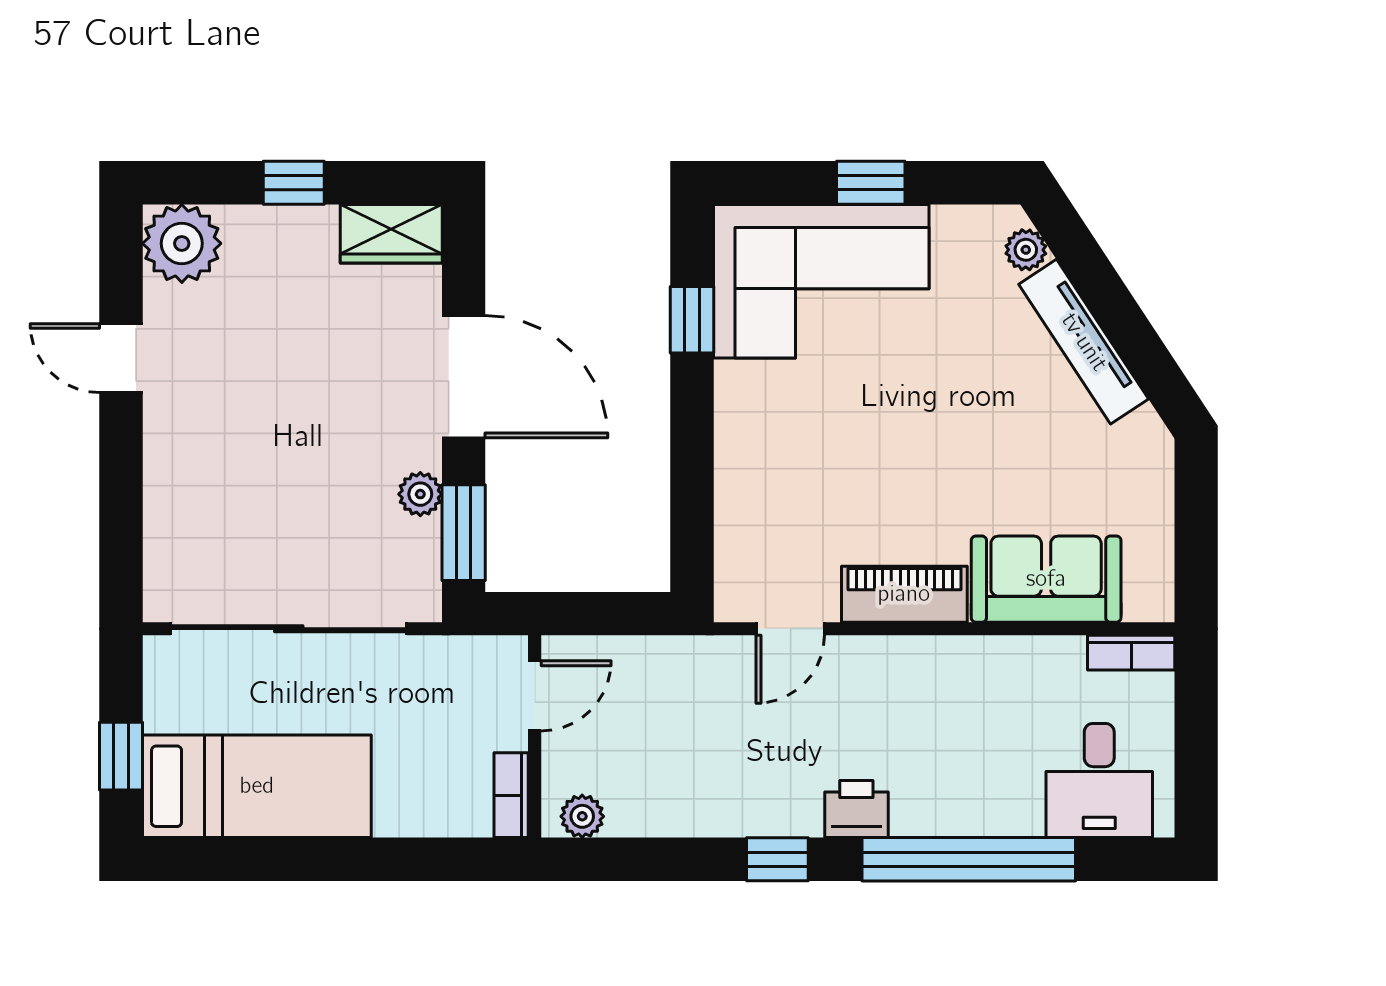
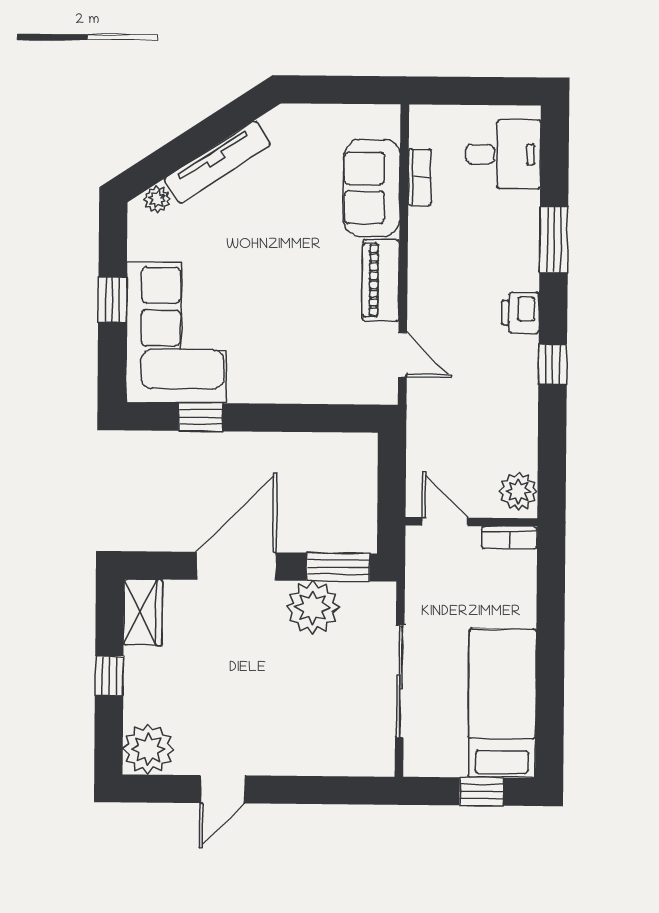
plant: (420, 494) -> (313, 607), width x1.88, depth x1.88
sliding door: (289, 629) -> (400, 682), width x0.73
bookcase: (1131, 653) -> (420, 177), moved
plant: (582, 816) -> (518, 491), width x1.38, depth x1.38
window: (969, 859) -> (554, 240), width x0.47

